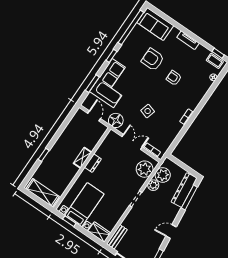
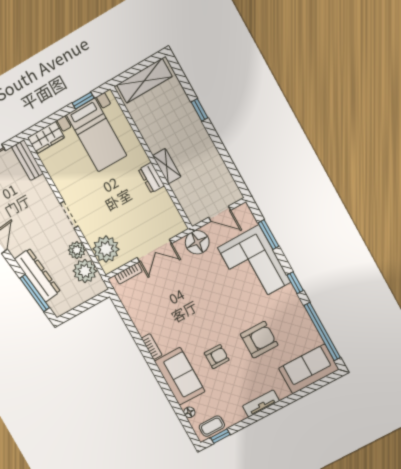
sofa: (196, 93) -> (180, 376), added
side table: (148, 111) -> (188, 295), removed
dresser: (184, 190) -> (37, 275), moved

